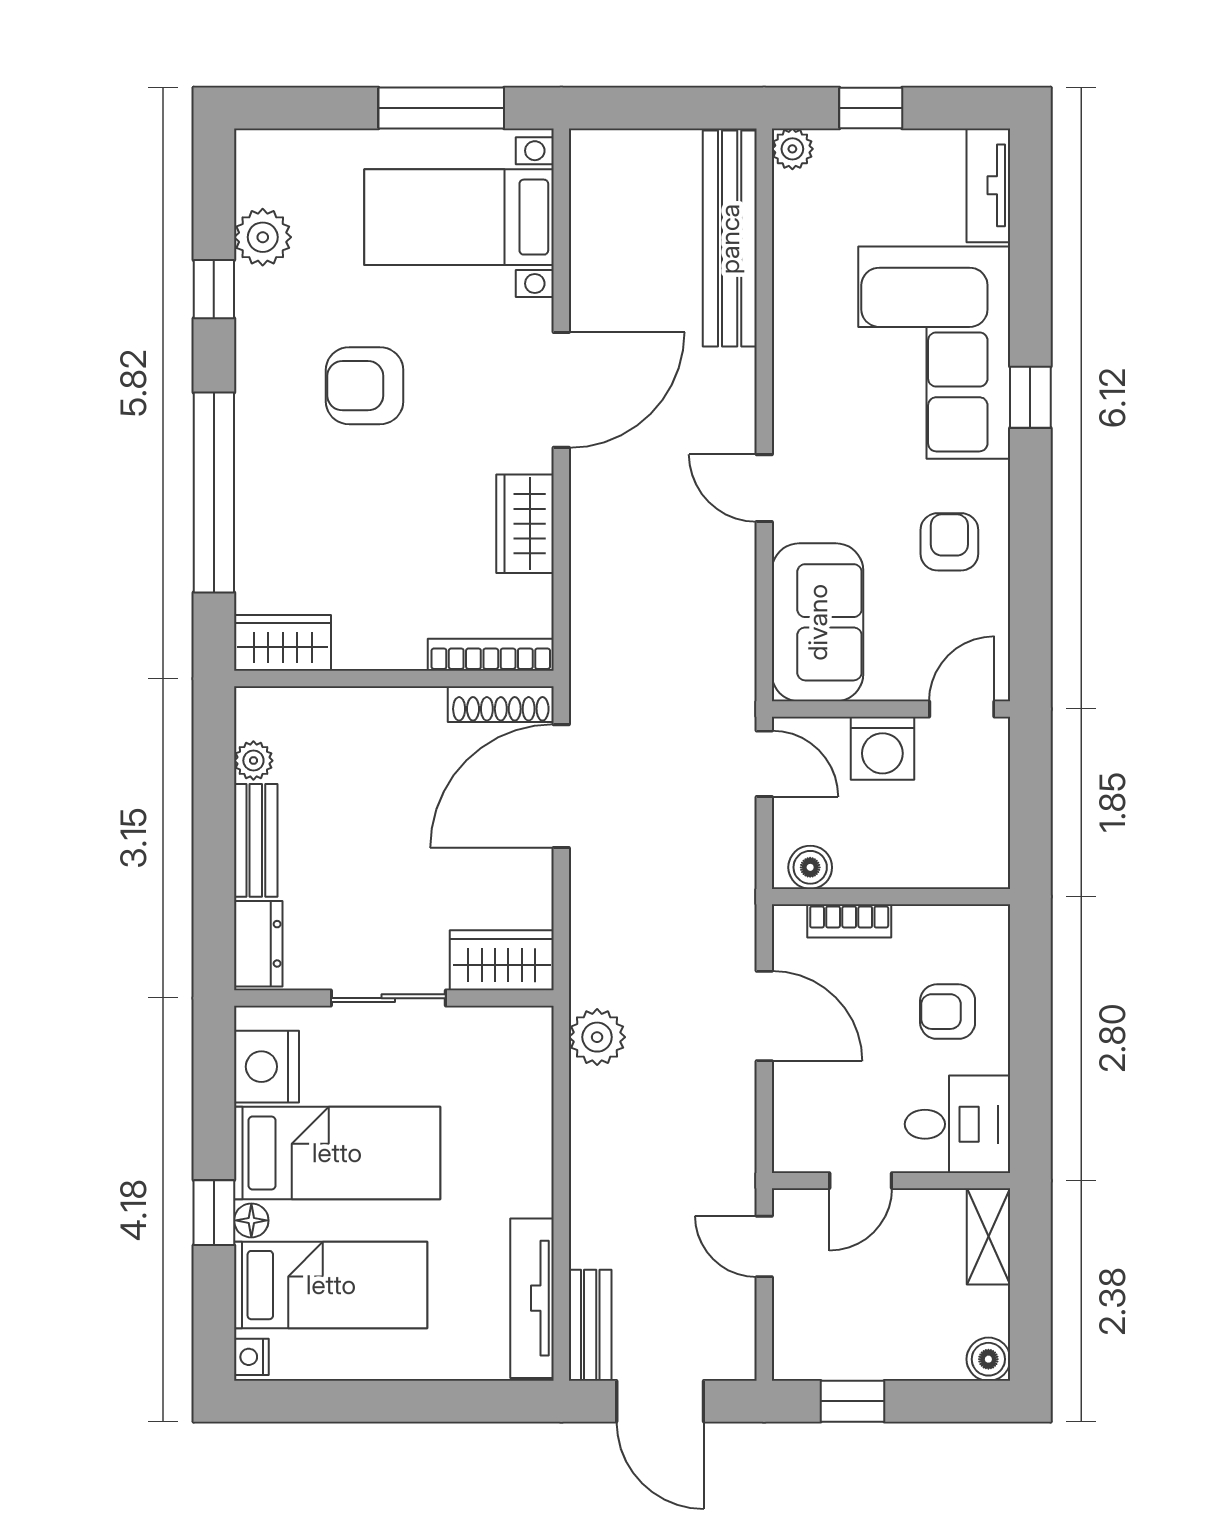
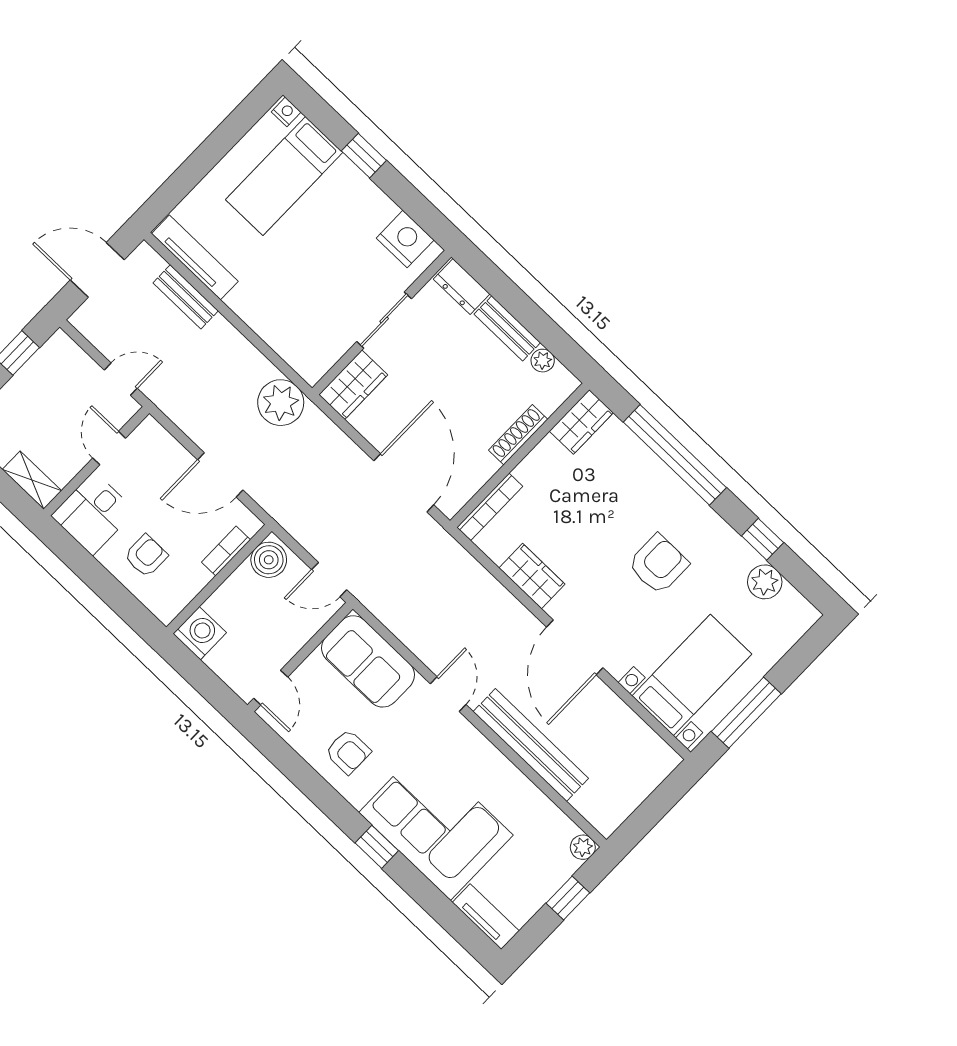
bench: (730, 239) -> (531, 745), moved
door: (764, 488) -> (448, 694), hinge flipped
shoe rack: (501, 704) -> (518, 435), moved
washing machine: (882, 748) -> (200, 633), moved, turned 90
boiler: (810, 867) -> (269, 560), width x1.36, depth x1.36
plant: (597, 1037) -> (281, 403), width x1.36, depth x1.36
bed: (337, 1153) -> (339, 234), removed
floor lamp: (251, 1220) -> (345, 169), removed
bench: (590, 1325) -> (186, 297), moved

